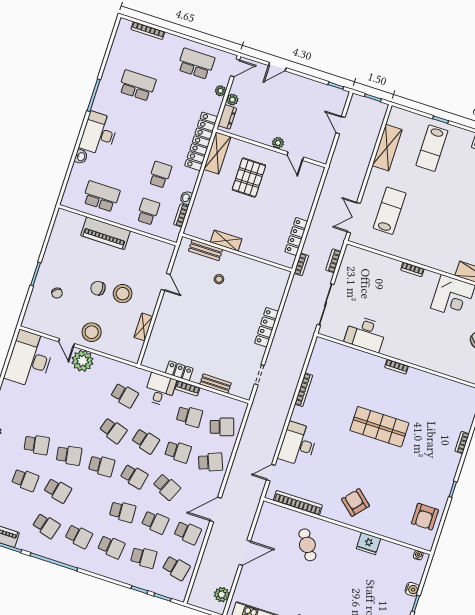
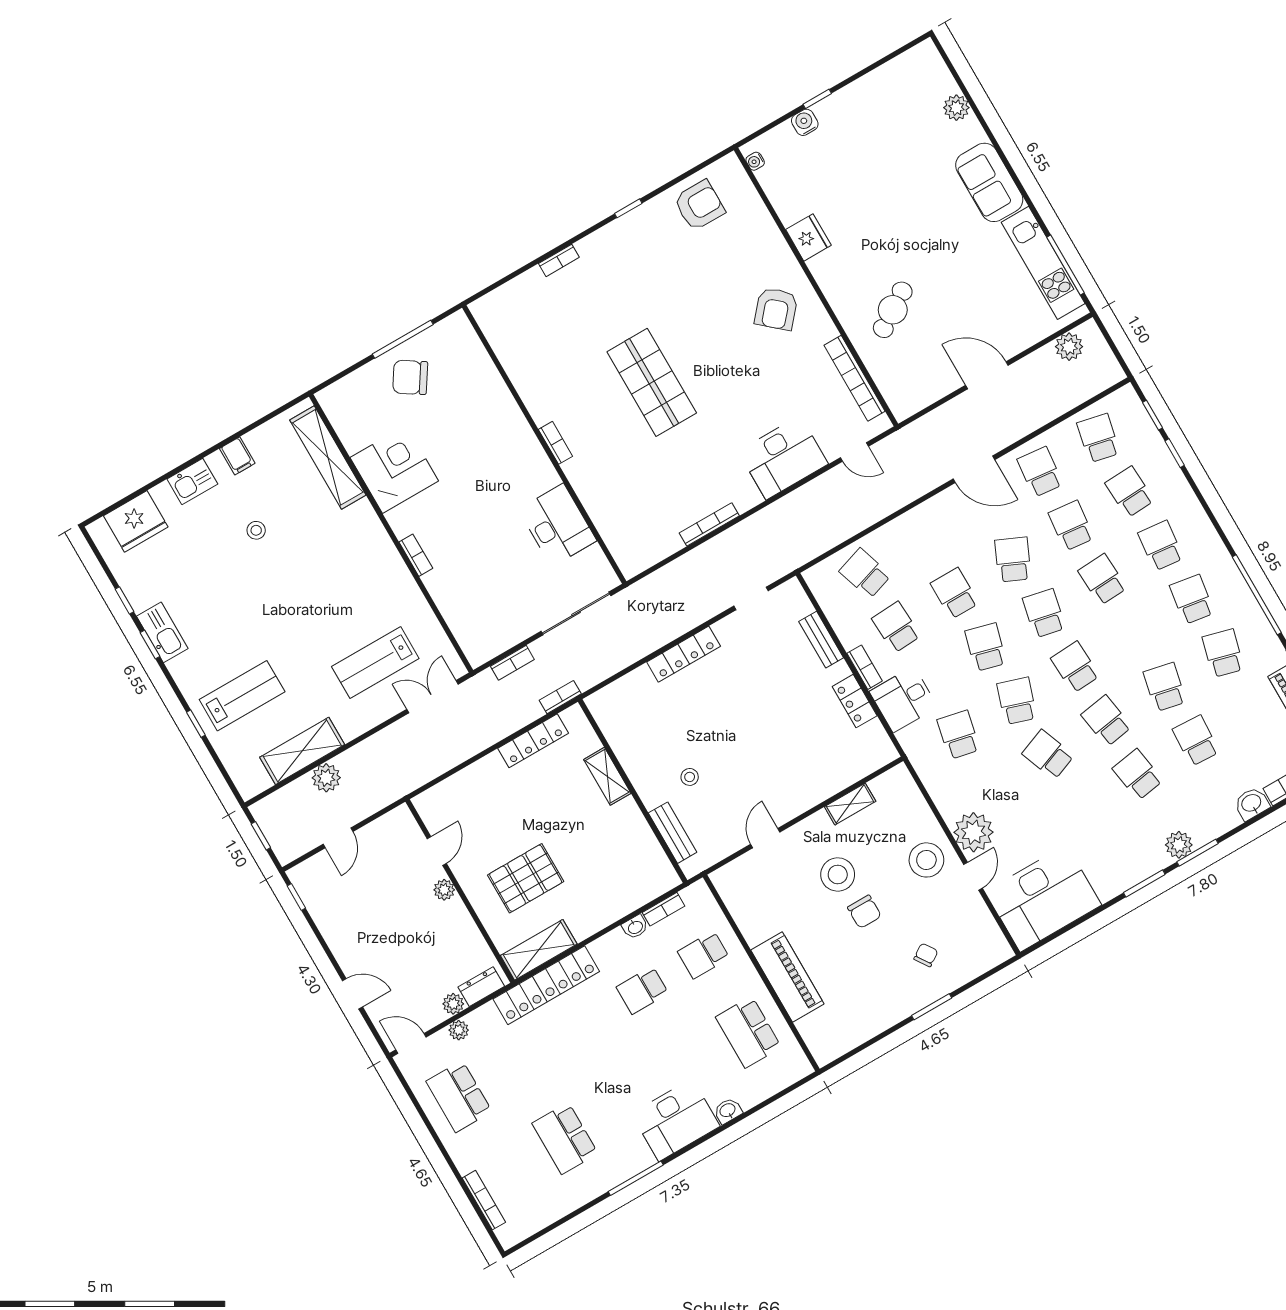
plant: (367, 145) -> (326, 778), added
double door: (354, 218) -> (432, 697), swing flipped
shelving: (226, 241) -> (607, 776), moved
school desk: (210, 462) -> (1048, 755), moved

